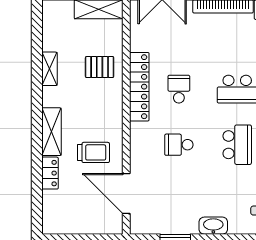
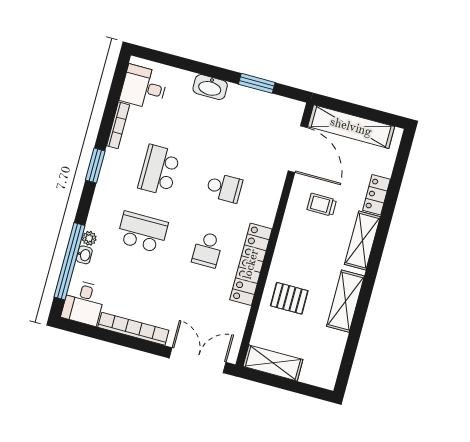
shelving: (49, 69) -> (345, 301), width x1.50, depth x1.33
trolley: (94, 152) -> (322, 205), width x0.73, depth x0.72
shelving: (87, 224) -> (351, 127), added

